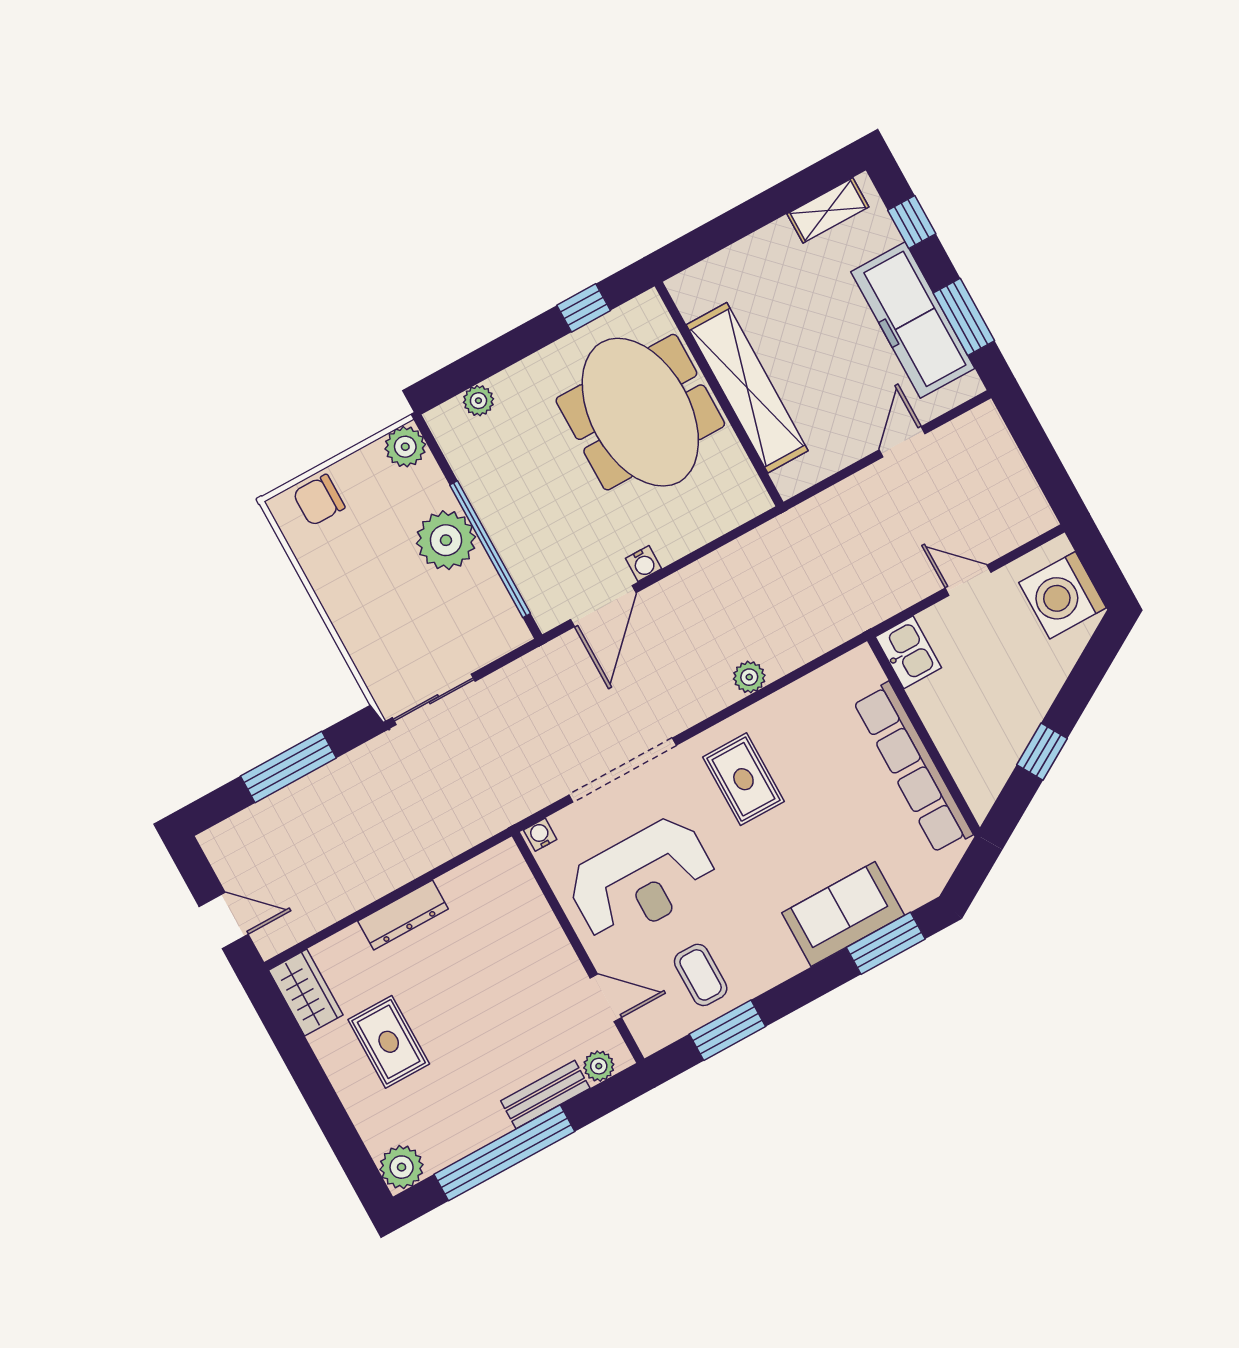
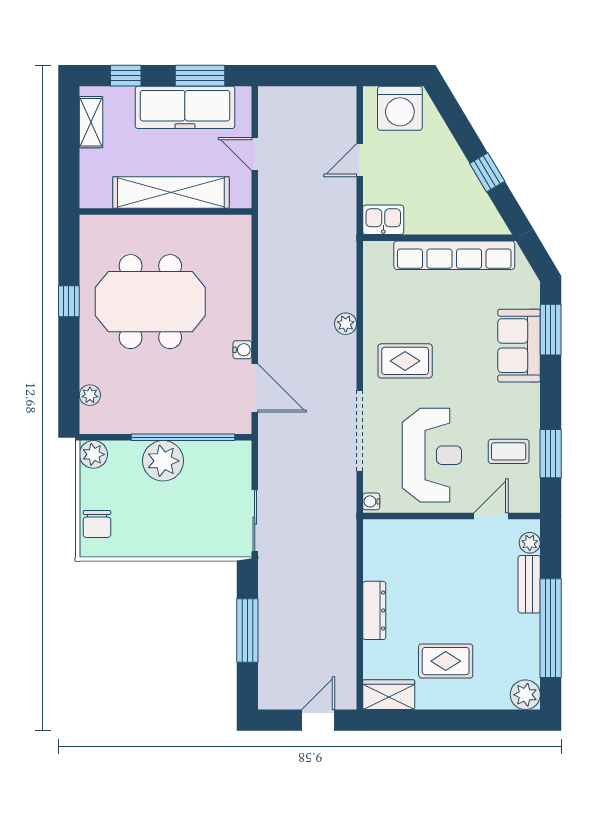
shelving: (747, 388) -> (171, 193), moved
wall: (719, 394) -> (165, 212), moved

